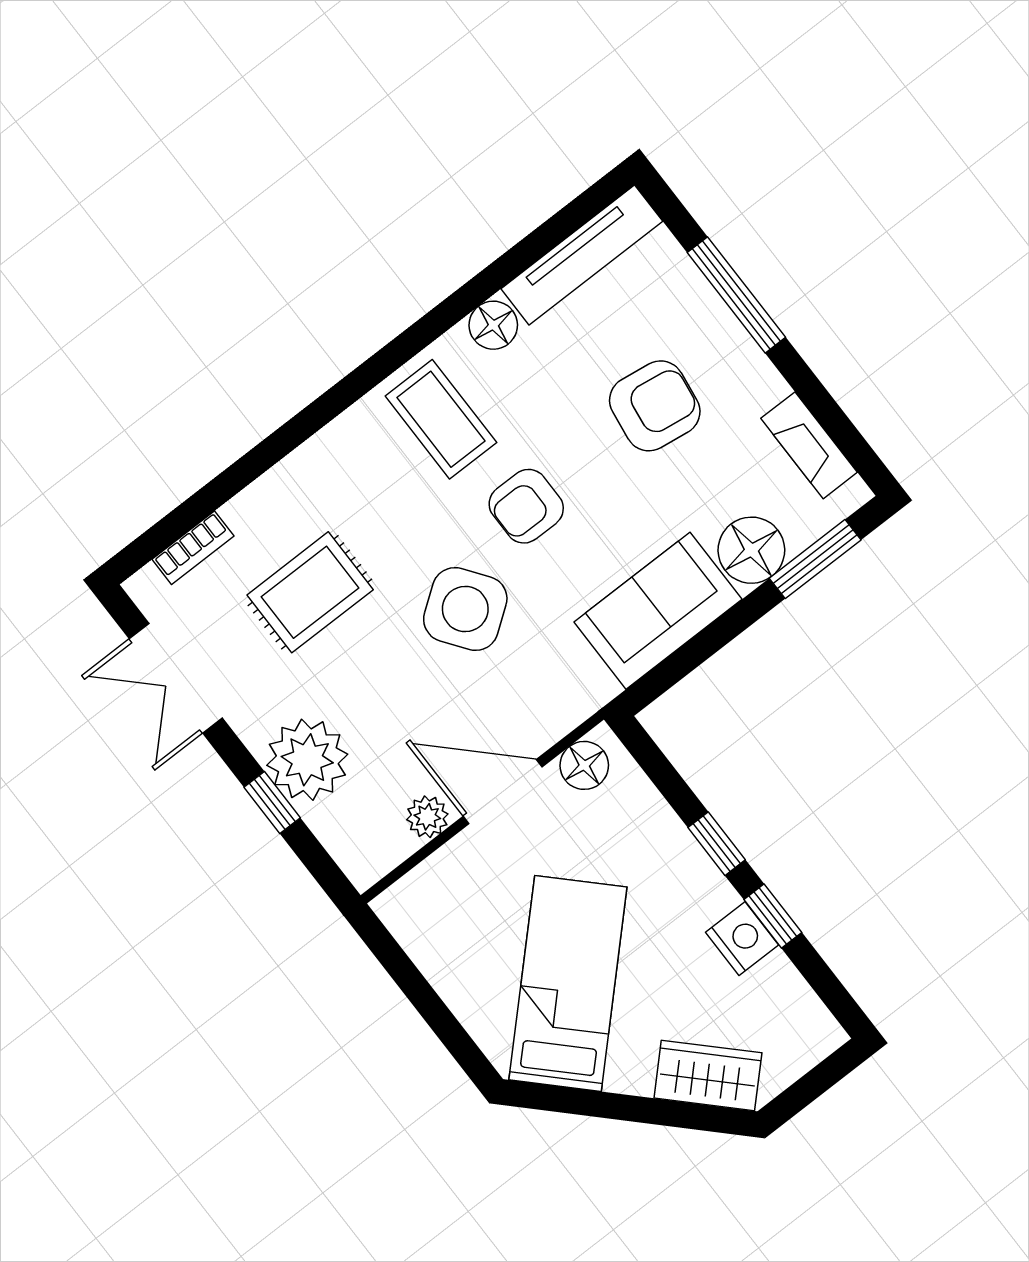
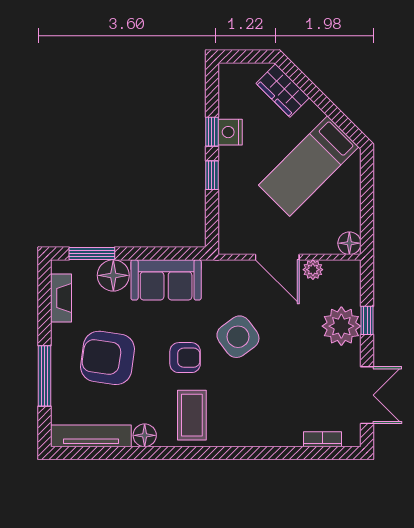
armchair: (655, 406) -> (108, 358), width x1.36, depth x1.36
rug: (310, 592) -> (292, 388), removed
floor lamp: (584, 765) -> (349, 243), moved

